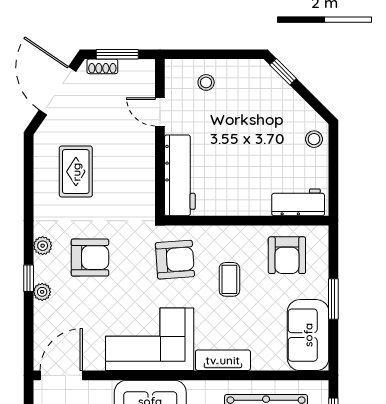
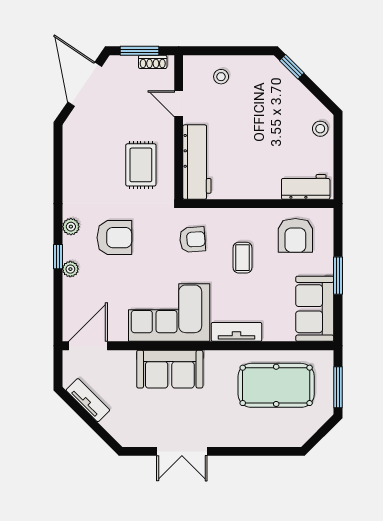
shoe rack: (102, 66) -> (153, 62), moved
rug: (76, 172) -> (141, 165), moved
armchair: (175, 260) -> (192, 239), width x0.72, depth x0.72

